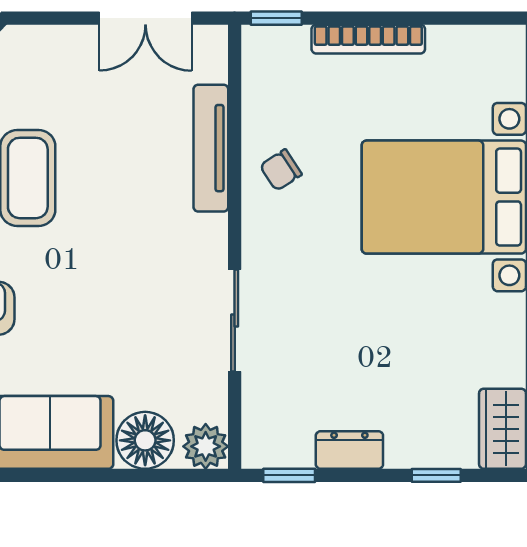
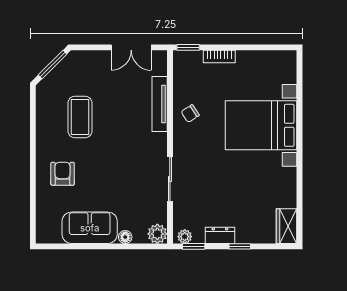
bookcase: (368, 39) -> (219, 57), width x0.64
floor lamp: (145, 440) -> (125, 237), width x0.53, depth x0.53
plant: (268, 453) -> (185, 237), added
window: (436, 475) -> (240, 246), moved

